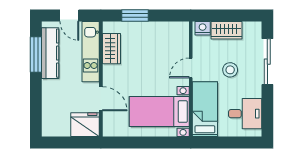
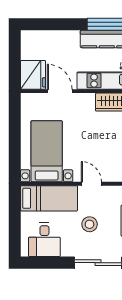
door: (101, 99) -> (60, 91), swing flipped

